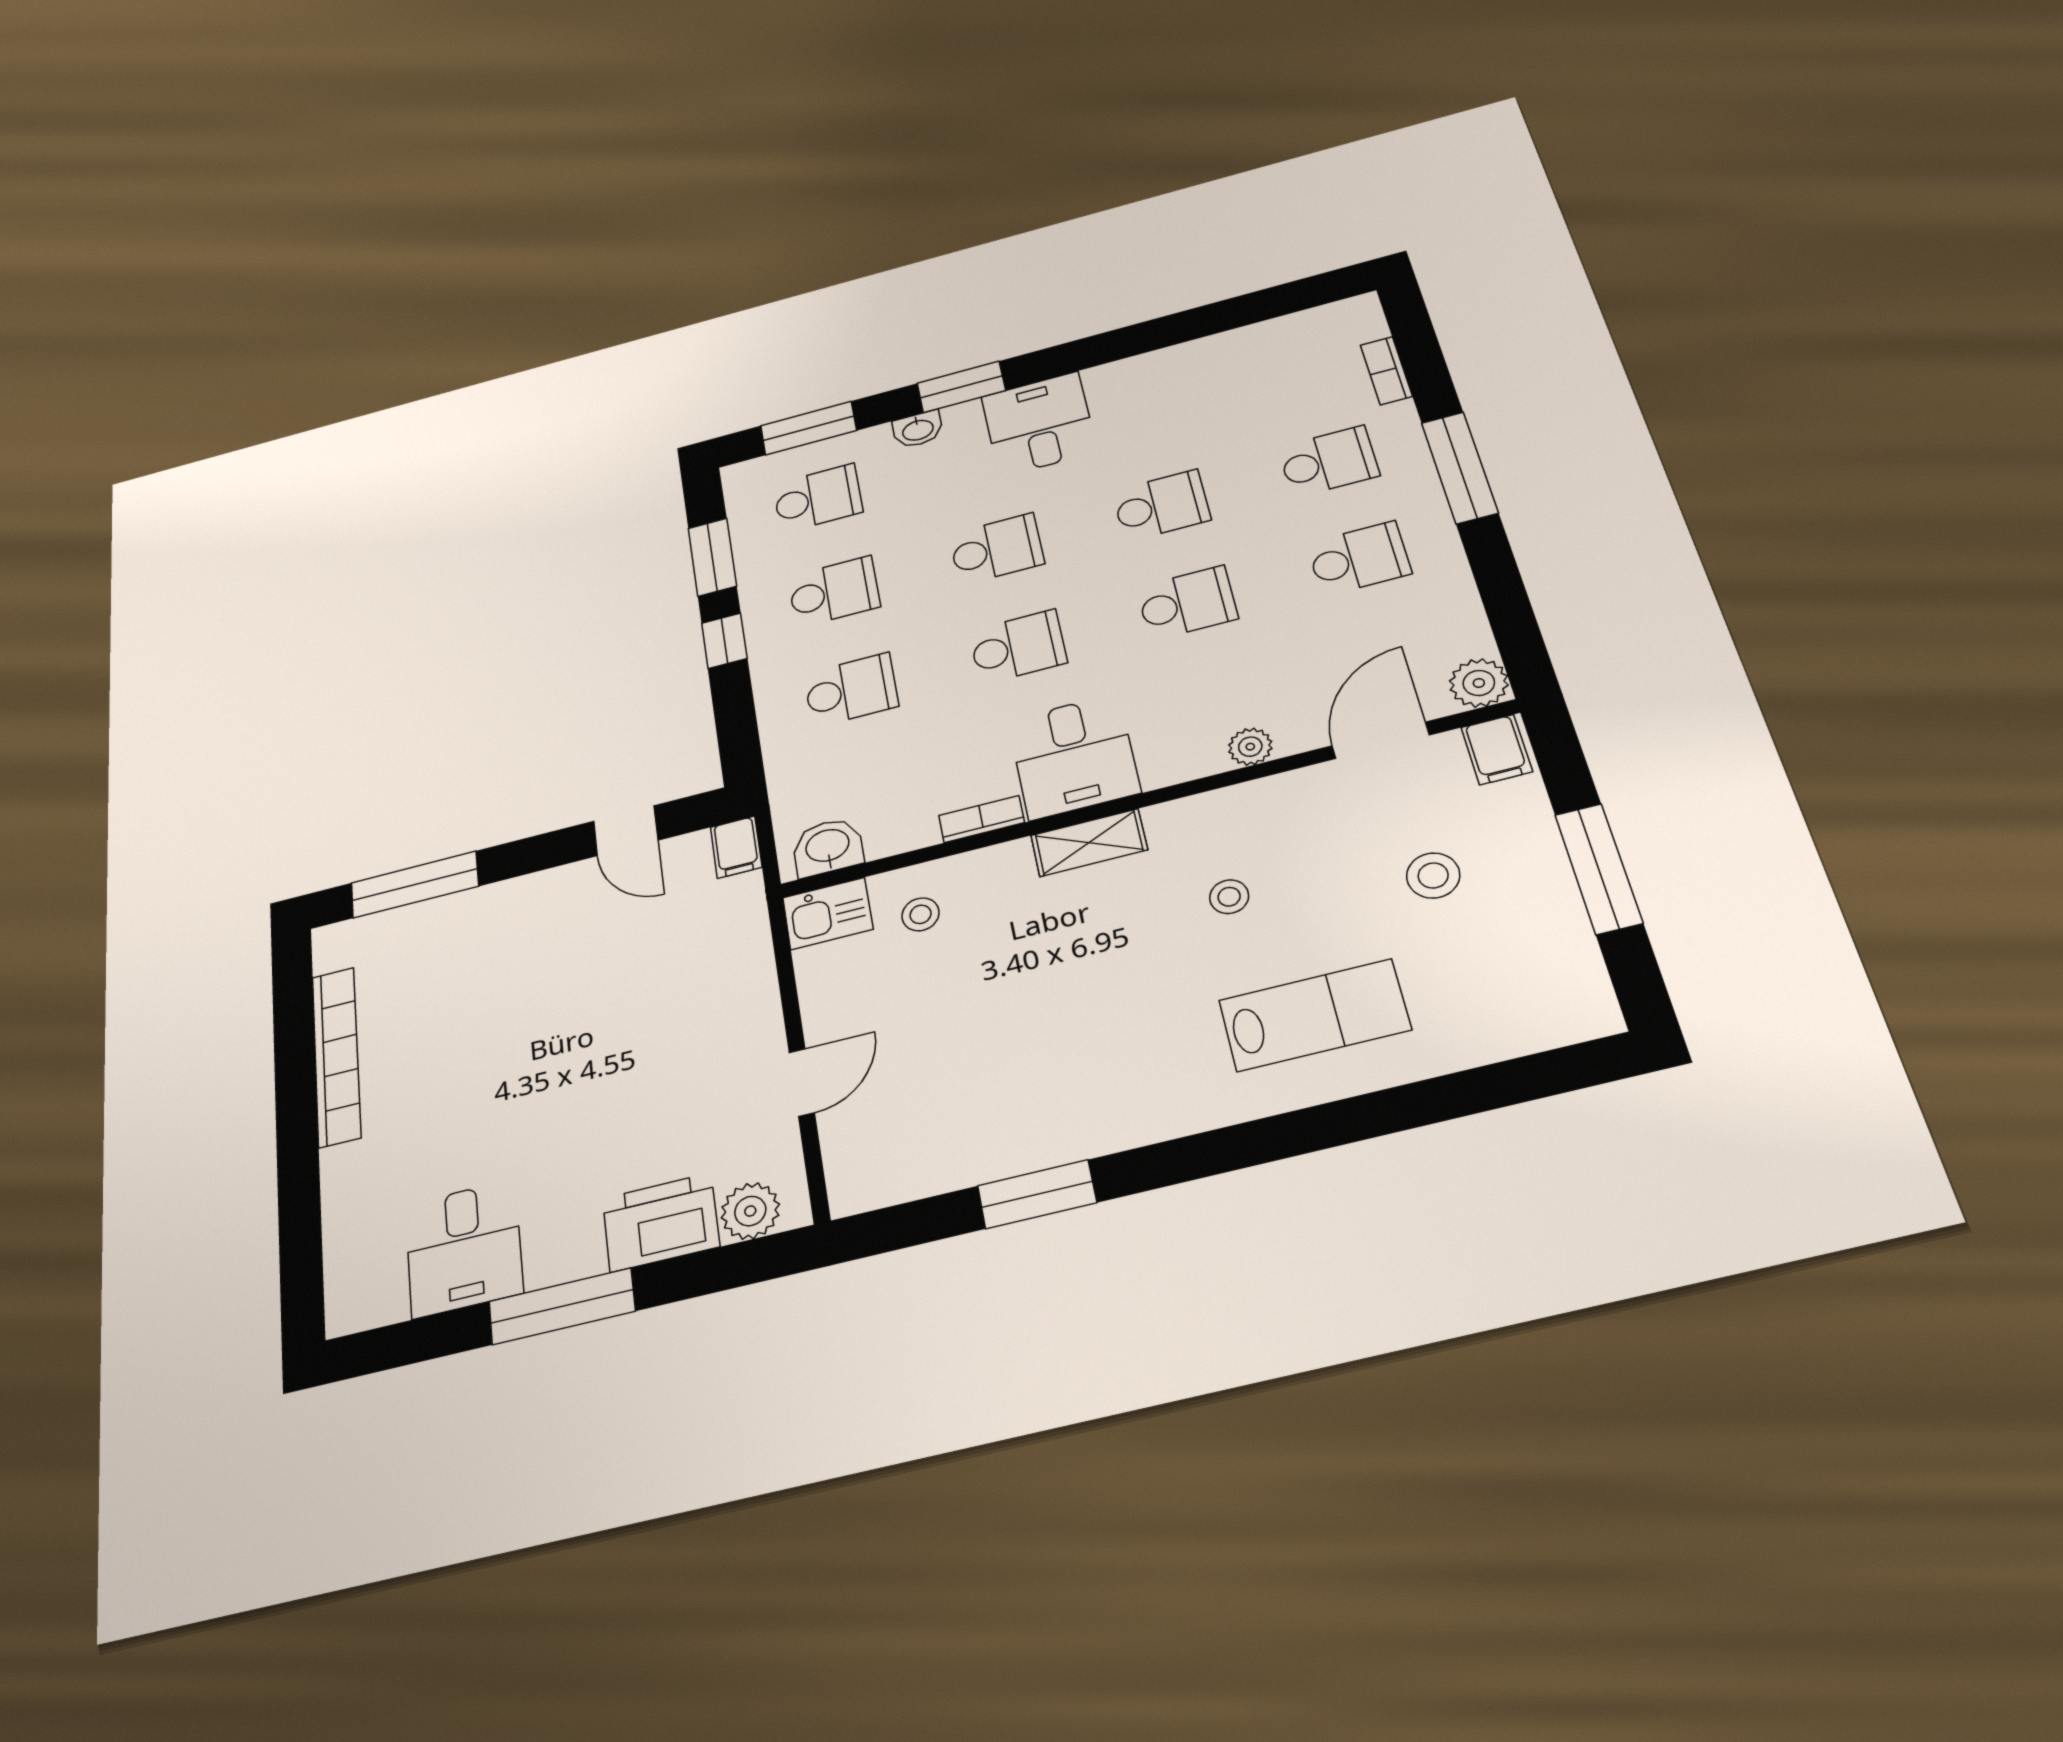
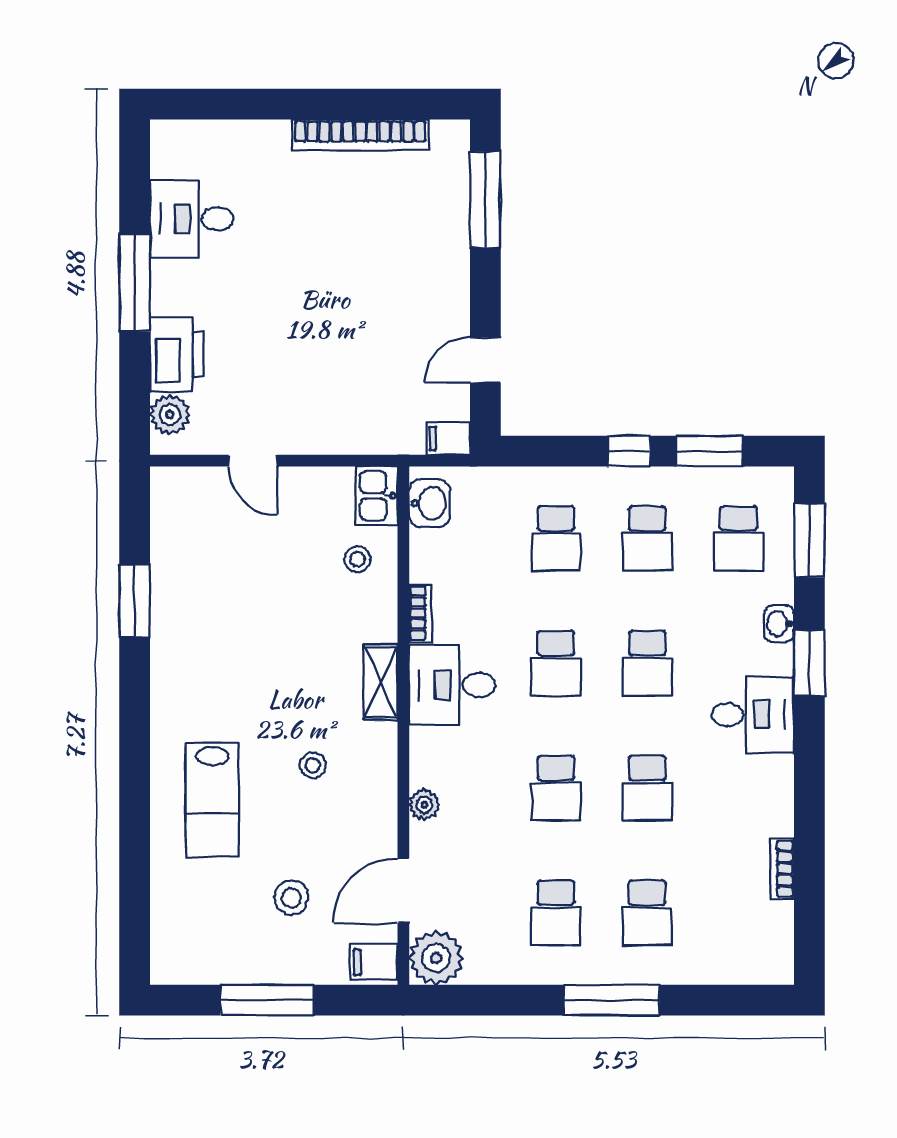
bookcase: (1386, 371) -> (782, 869), moved, turned -90
plant: (1479, 683) -> (436, 958), width x1.36, depth x1.36
door: (1381, 740) -> (403, 891), swing flipped

